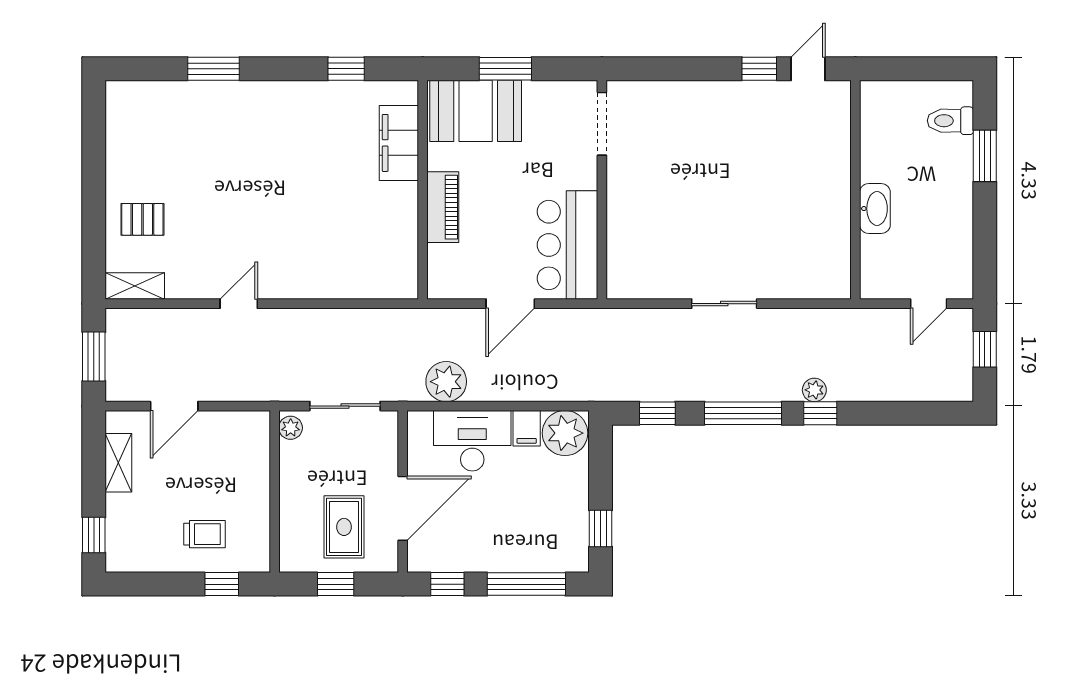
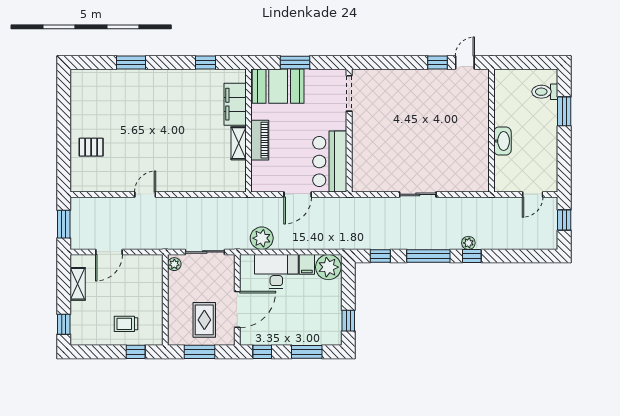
shelving: (135, 286) -> (239, 143), moved, turned 90
trolley: (204, 534) -> (126, 324), turned 180
window: (336, 584) -> (200, 352), width x1.50
window: (526, 584) -> (307, 352), width x0.69

